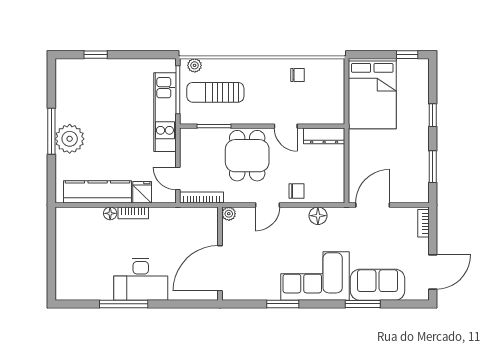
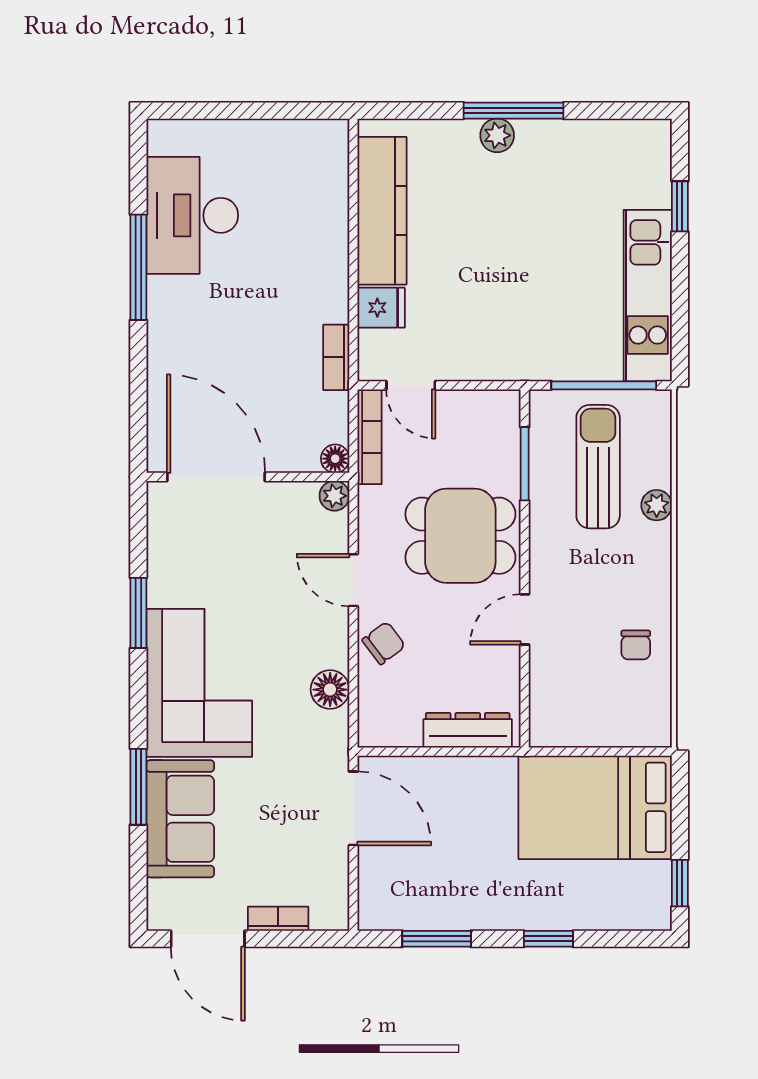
plant: (195, 65) -> (657, 505), moved
kitchen unit: (165, 112) -> (648, 296), moved, turned -90
dresser: (324, 136) -> (468, 730), moved, turned 90
plant: (70, 139) -> (497, 135), width x0.53, depth x0.53
door: (178, 179) -> (411, 385), swing flipped
chair: (297, 191) -> (384, 643), turned -127
floor lamp: (110, 213) -> (335, 459), moved
bookcase: (133, 213) -> (336, 357), moved
bookcase: (424, 223) -> (278, 919), moved
desk: (141, 279) -> (192, 215), moved

